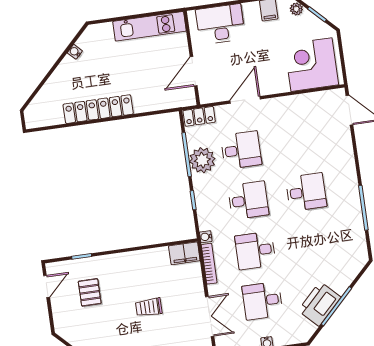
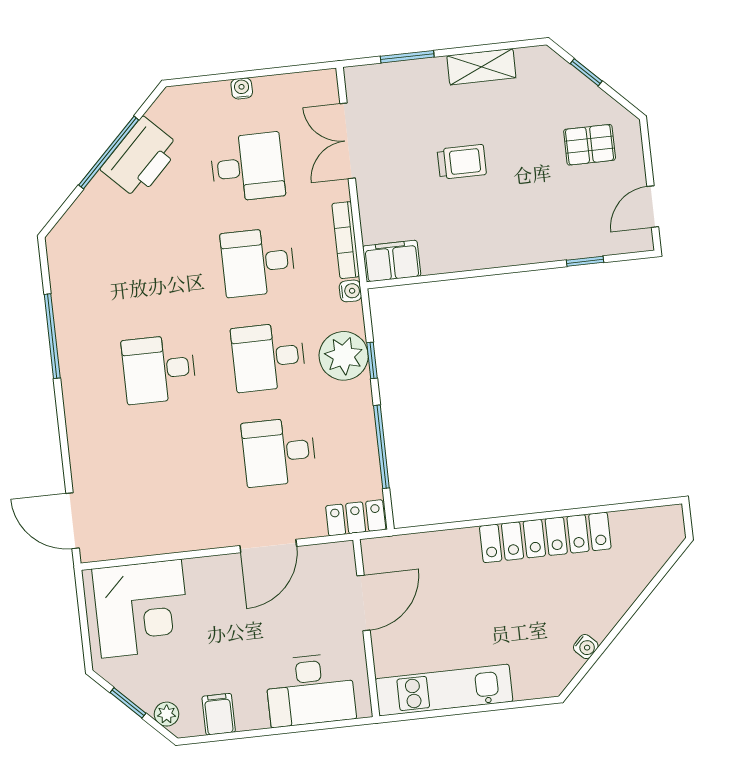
plant: (202, 160) -> (344, 356), moved
desk: (255, 250) -> (258, 262), turned 180
pallet: (90, 292) -> (590, 145), moved, turned 90

